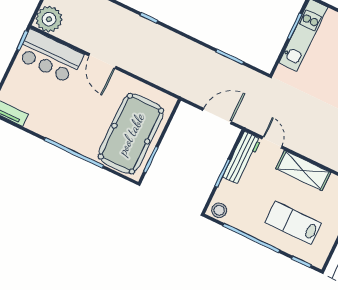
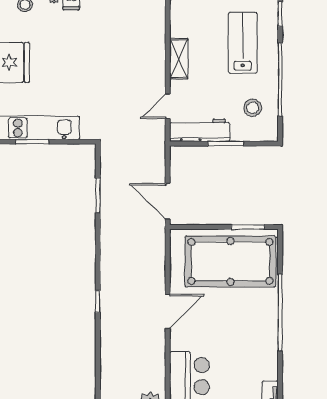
door: (102, 61) -> (168, 311), moved
door: (217, 116) -> (168, 201), moved
shelving: (303, 171) -> (179, 59), width x0.67, depth x0.75
stool: (219, 210) -> (253, 108), moved
lab bench: (293, 223) -> (243, 43), turned 180

